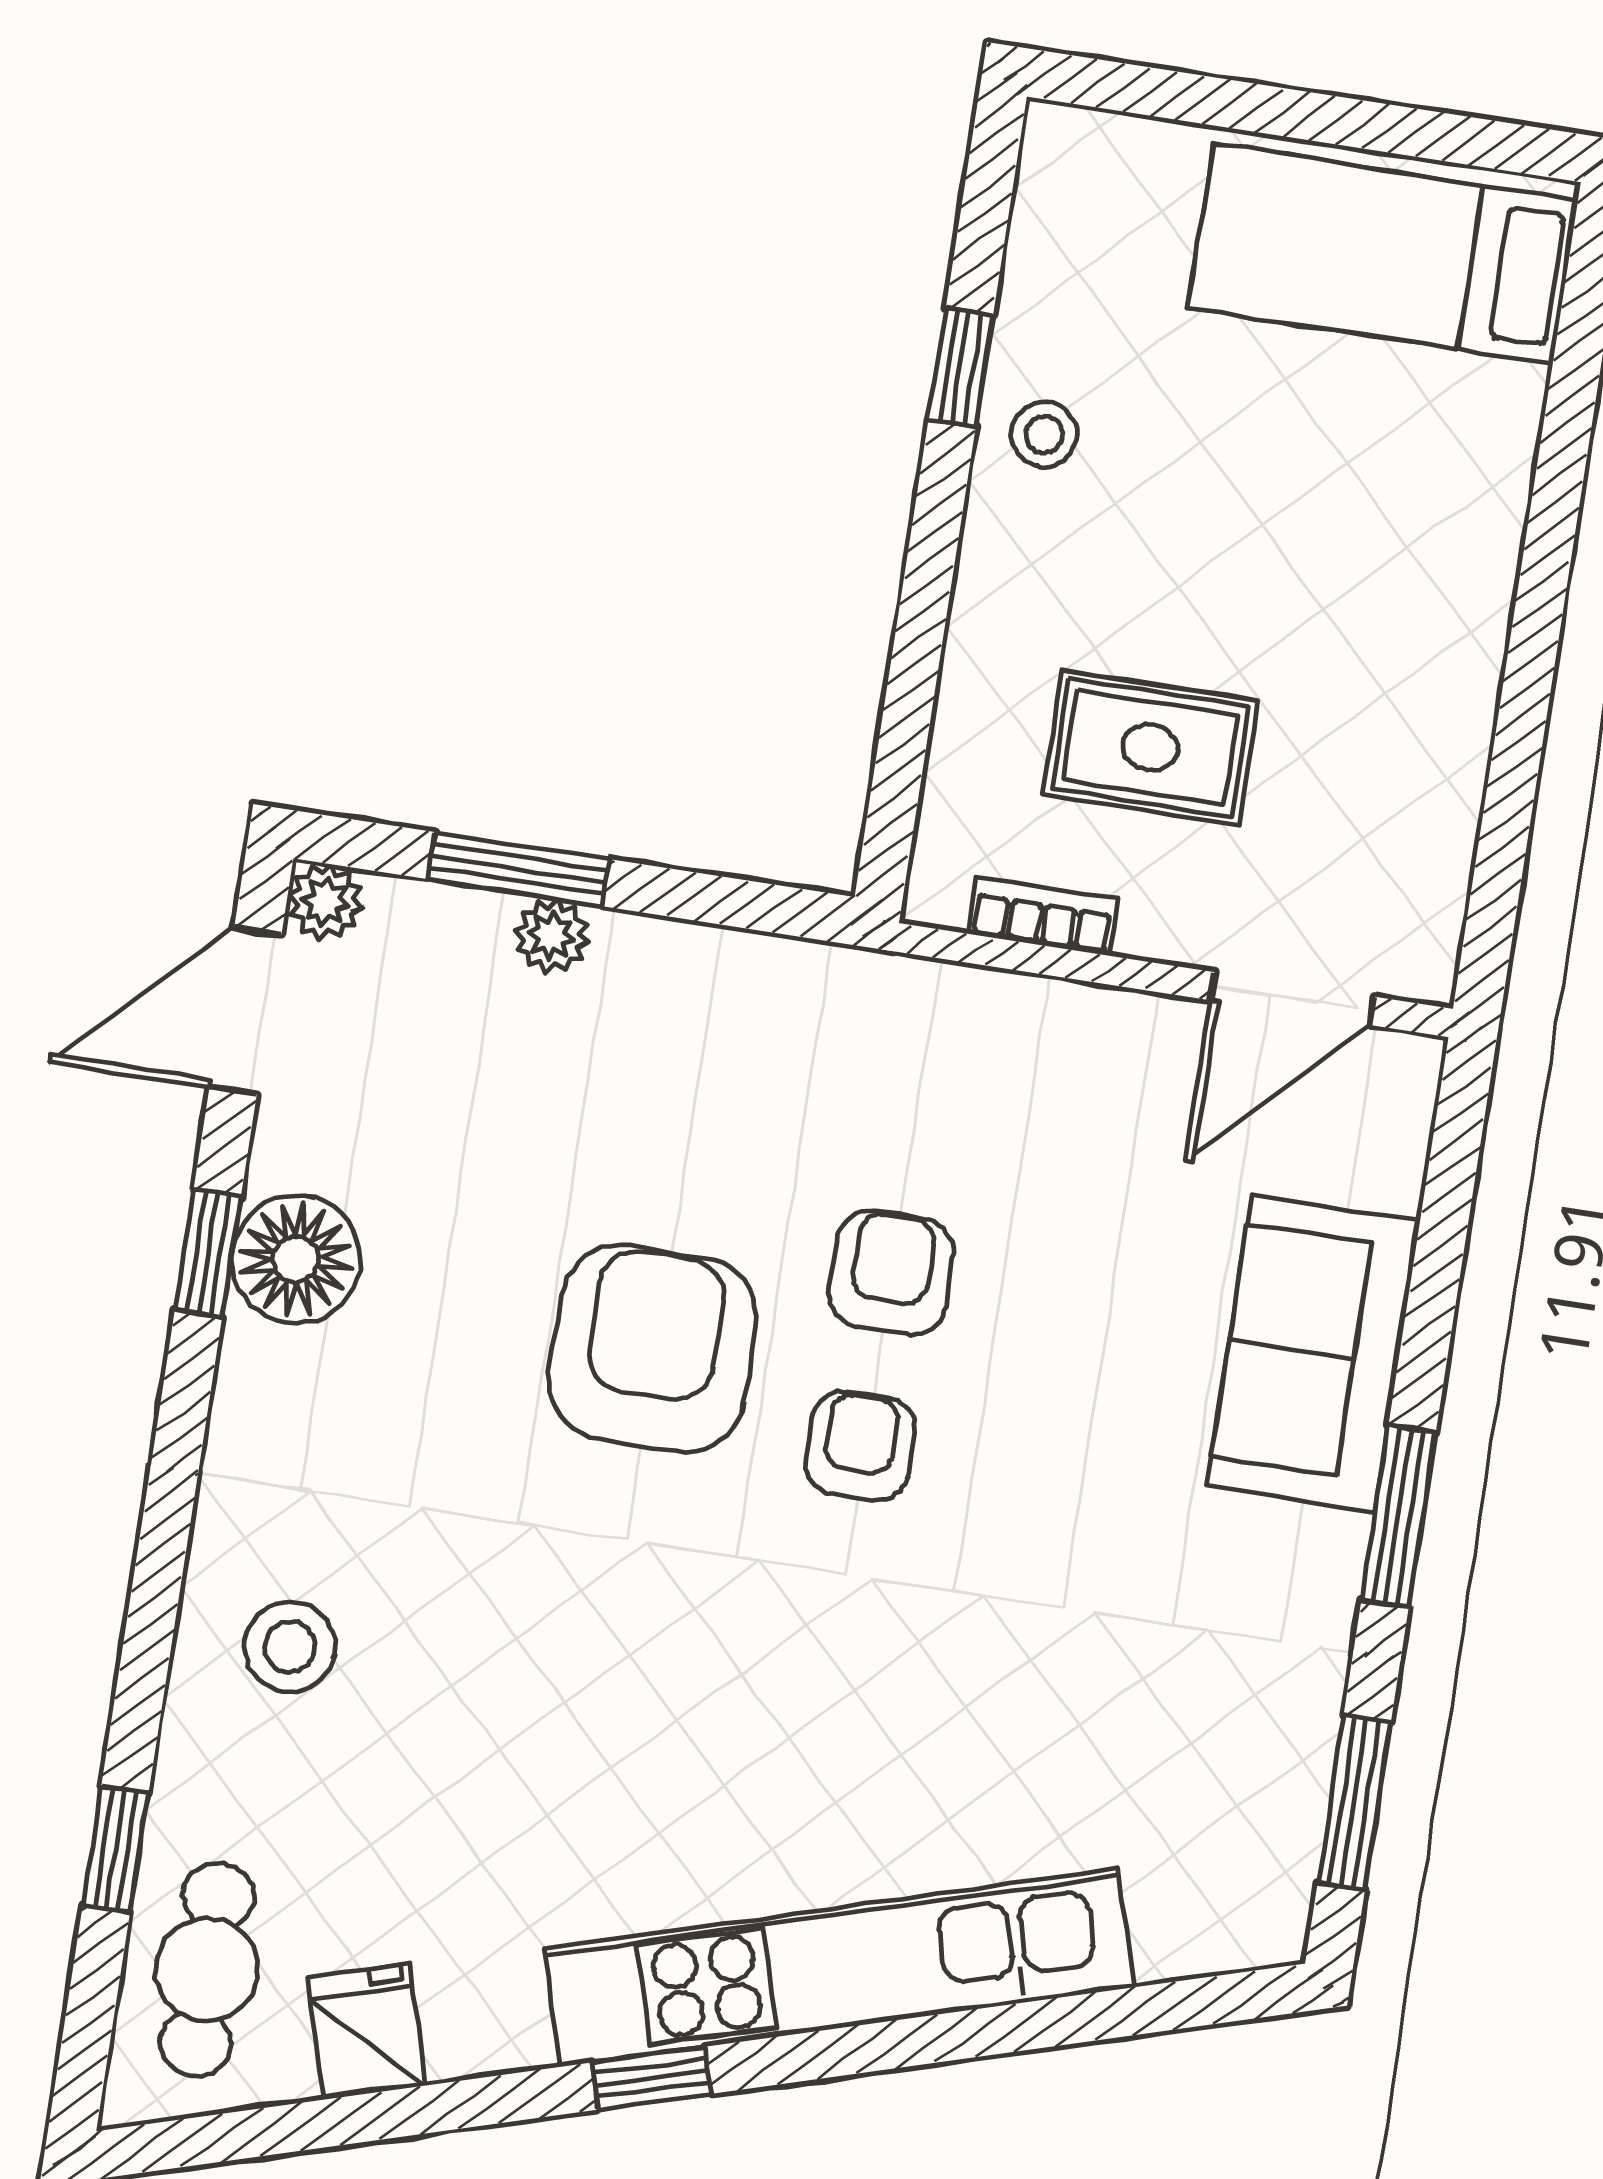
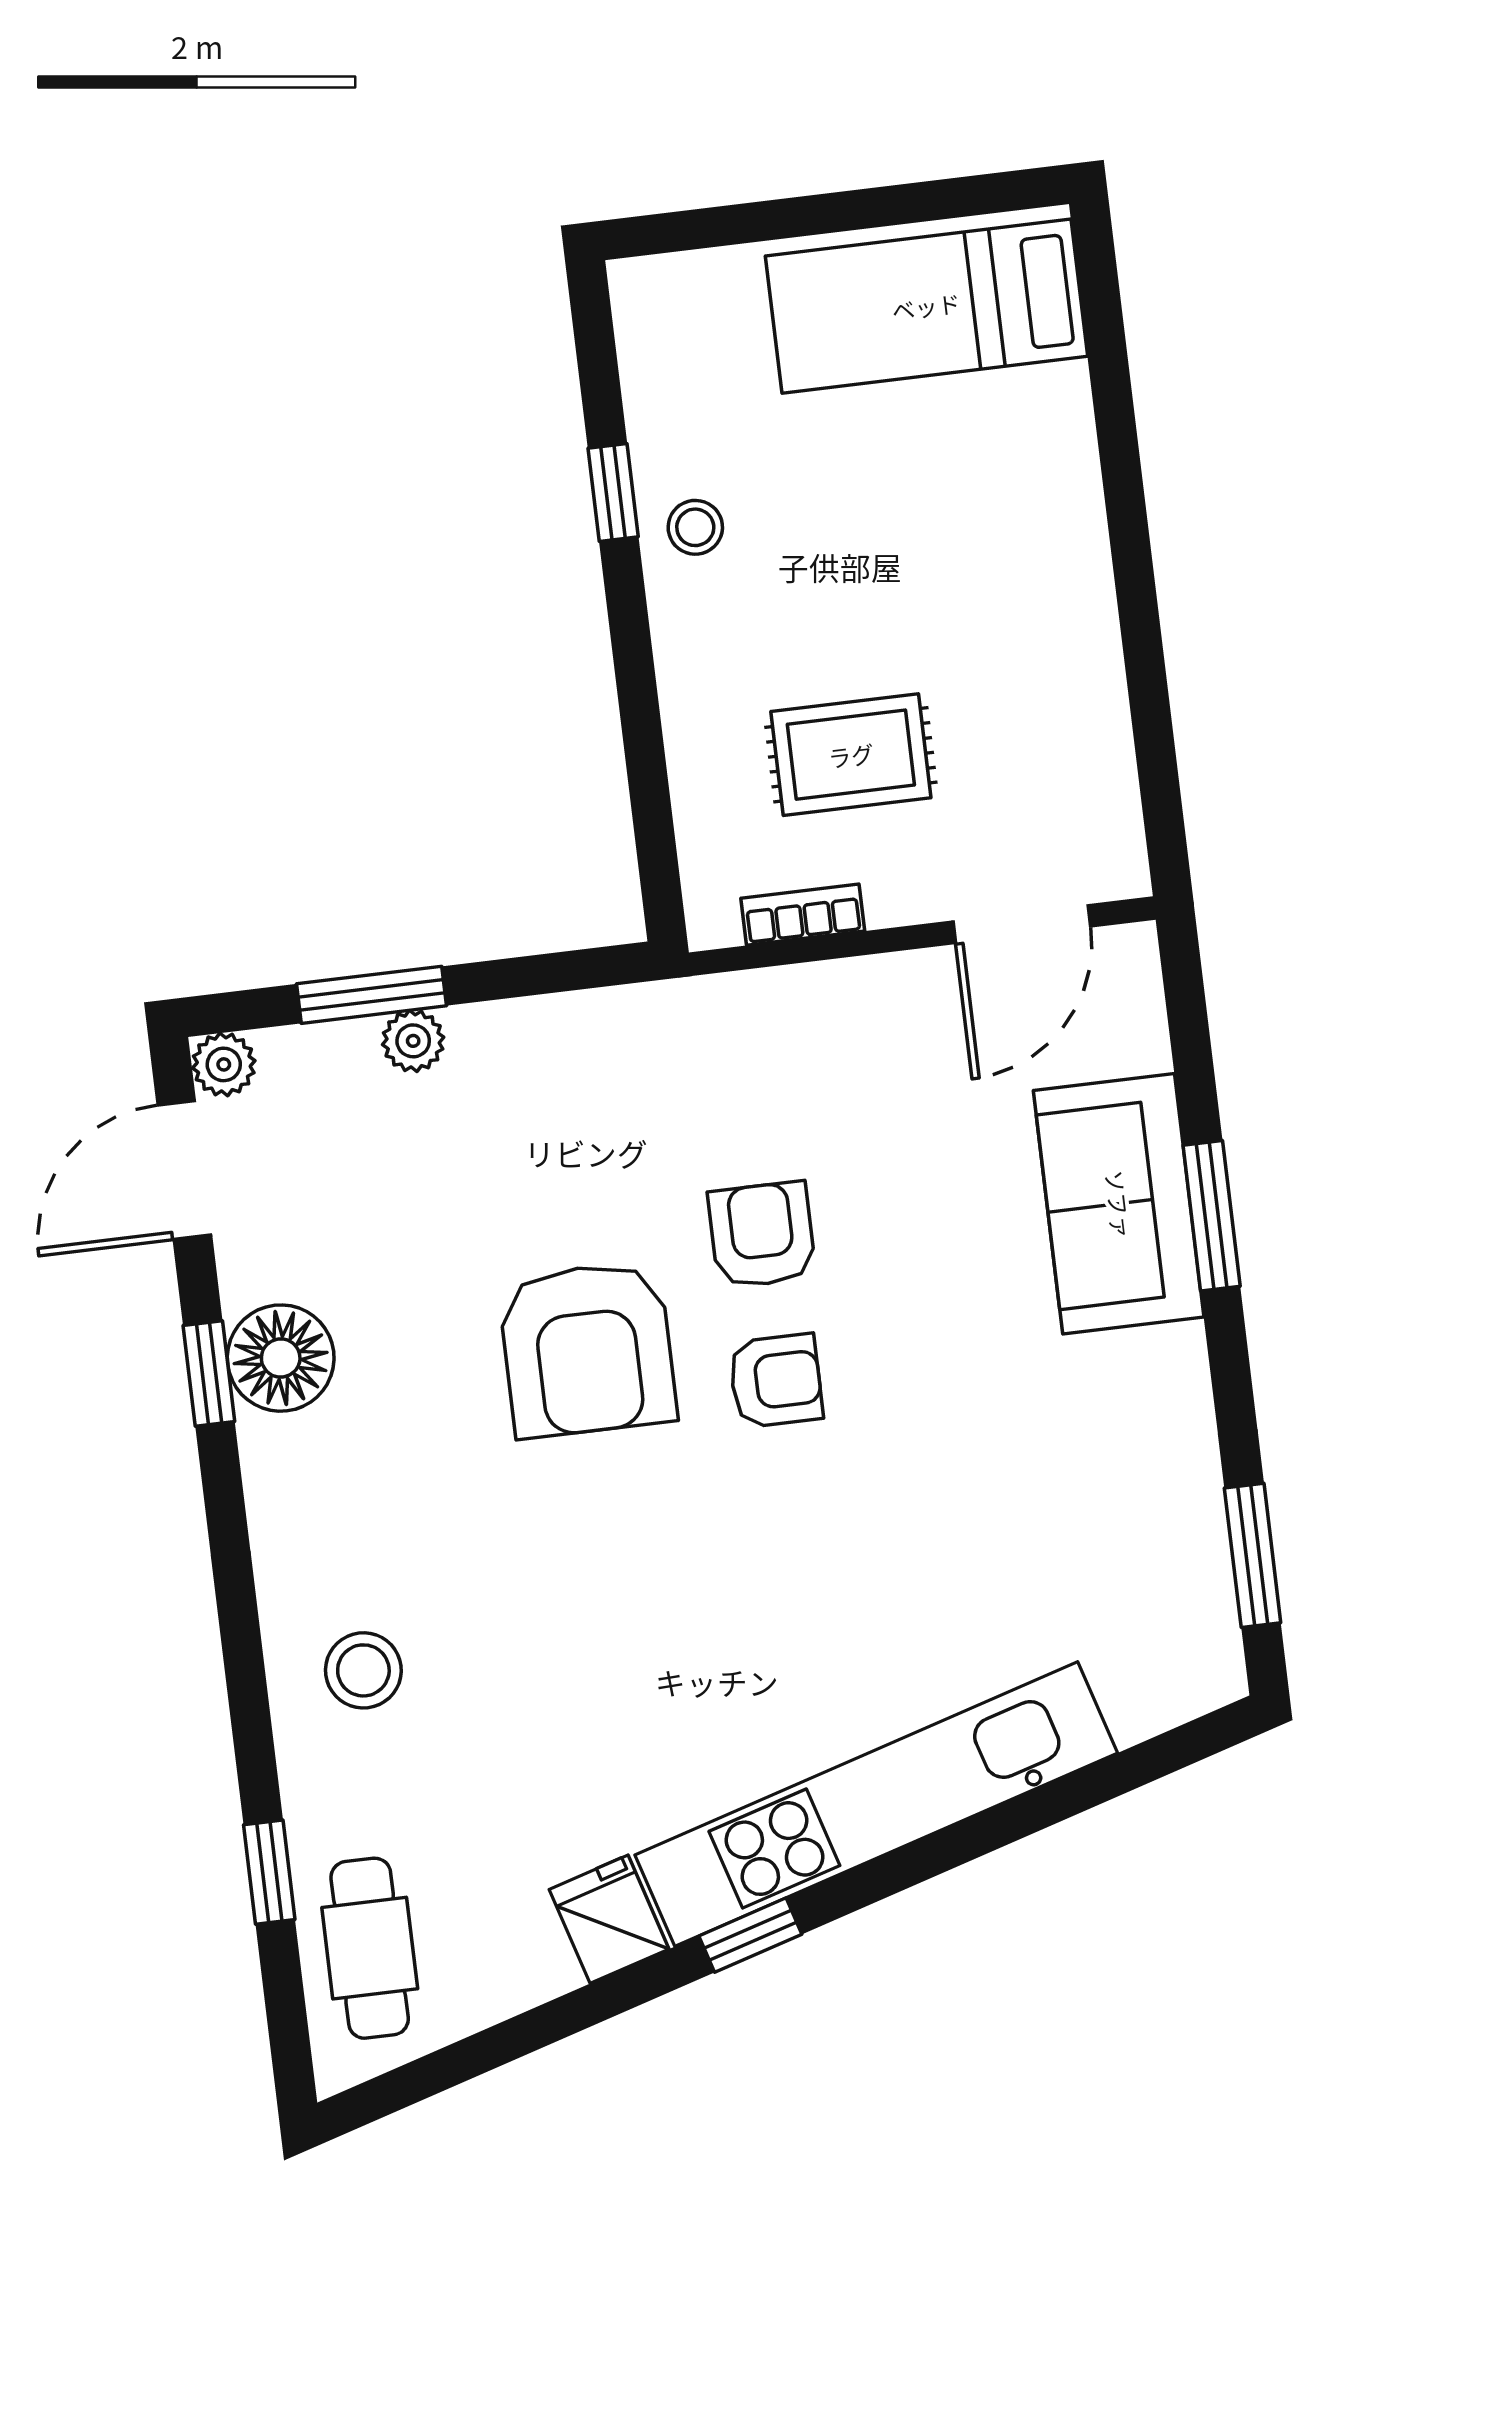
armchair: (653, 1349) -> (587, 1349), turned 180
armchair: (860, 1446) -> (776, 1381), turned 90
window: (1399, 1516) -> (1212, 1216), moved
fridge: (366, 2032) -> (609, 1919), moved

